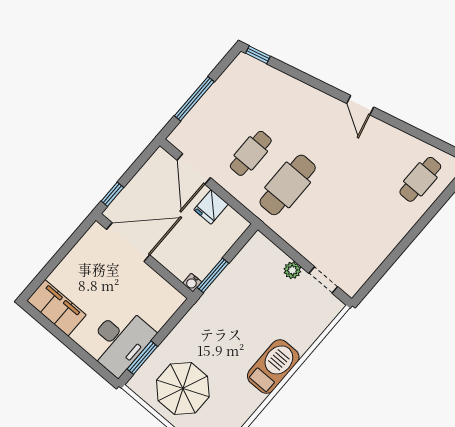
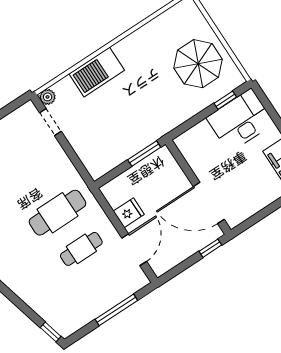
plant: (292, 270) -> (48, 97), moved
water cooler: (192, 283) -> (164, 152), removed
window: (142, 358) -> (225, 100), width x0.67
barbecue: (273, 367) -> (97, 72), moved

